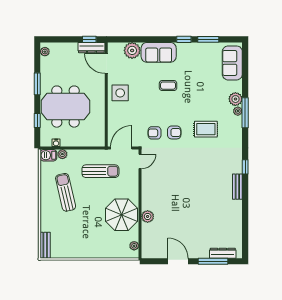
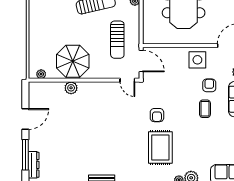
rug: (206, 129) -> (160, 147), width x1.36, depth x1.43
armchair: (155, 133) -> (209, 85), moved

